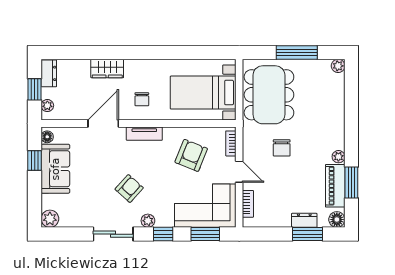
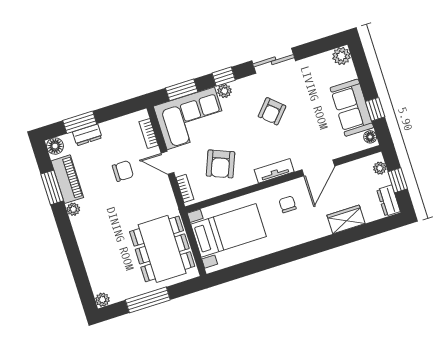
wardrobe: (107, 69) -> (346, 219), moved
chair: (282, 148) -> (123, 171), moved, turned 90
plant: (148, 221) -> (224, 91), moved

